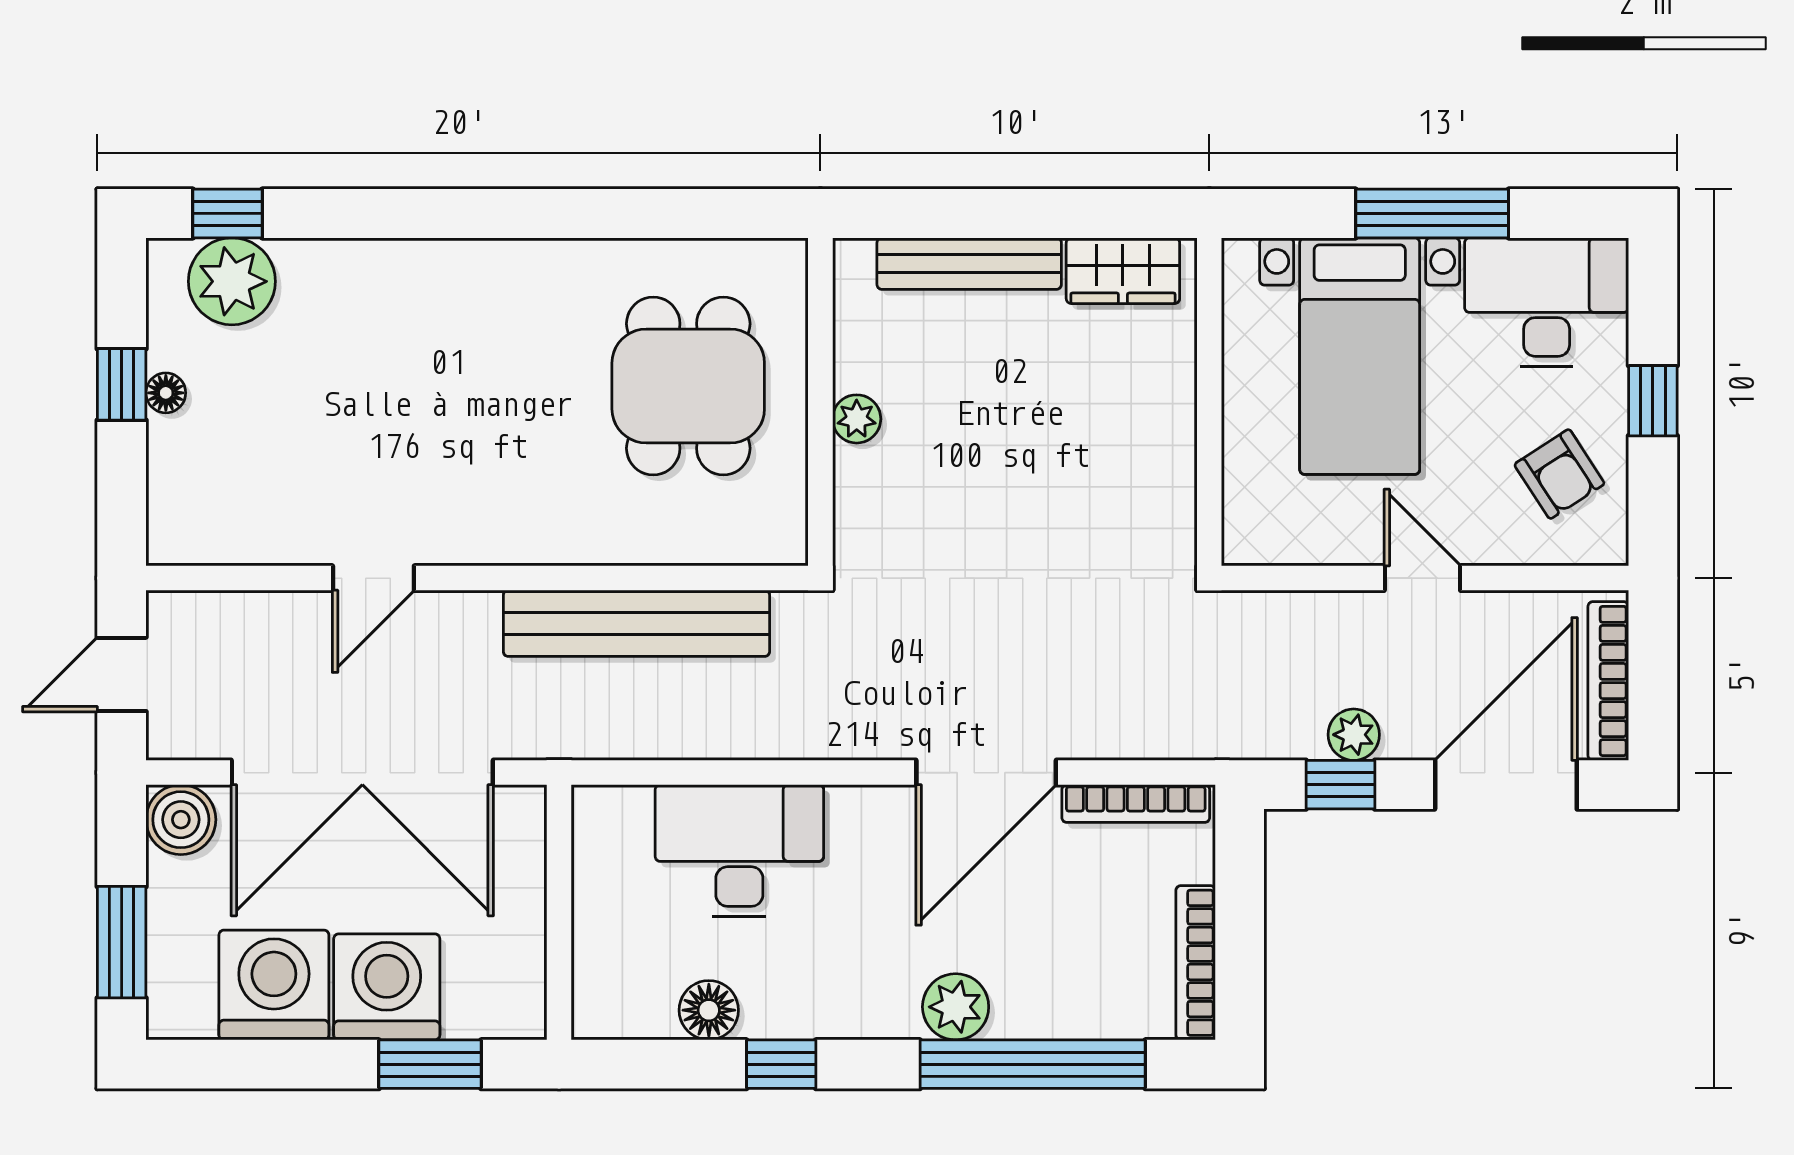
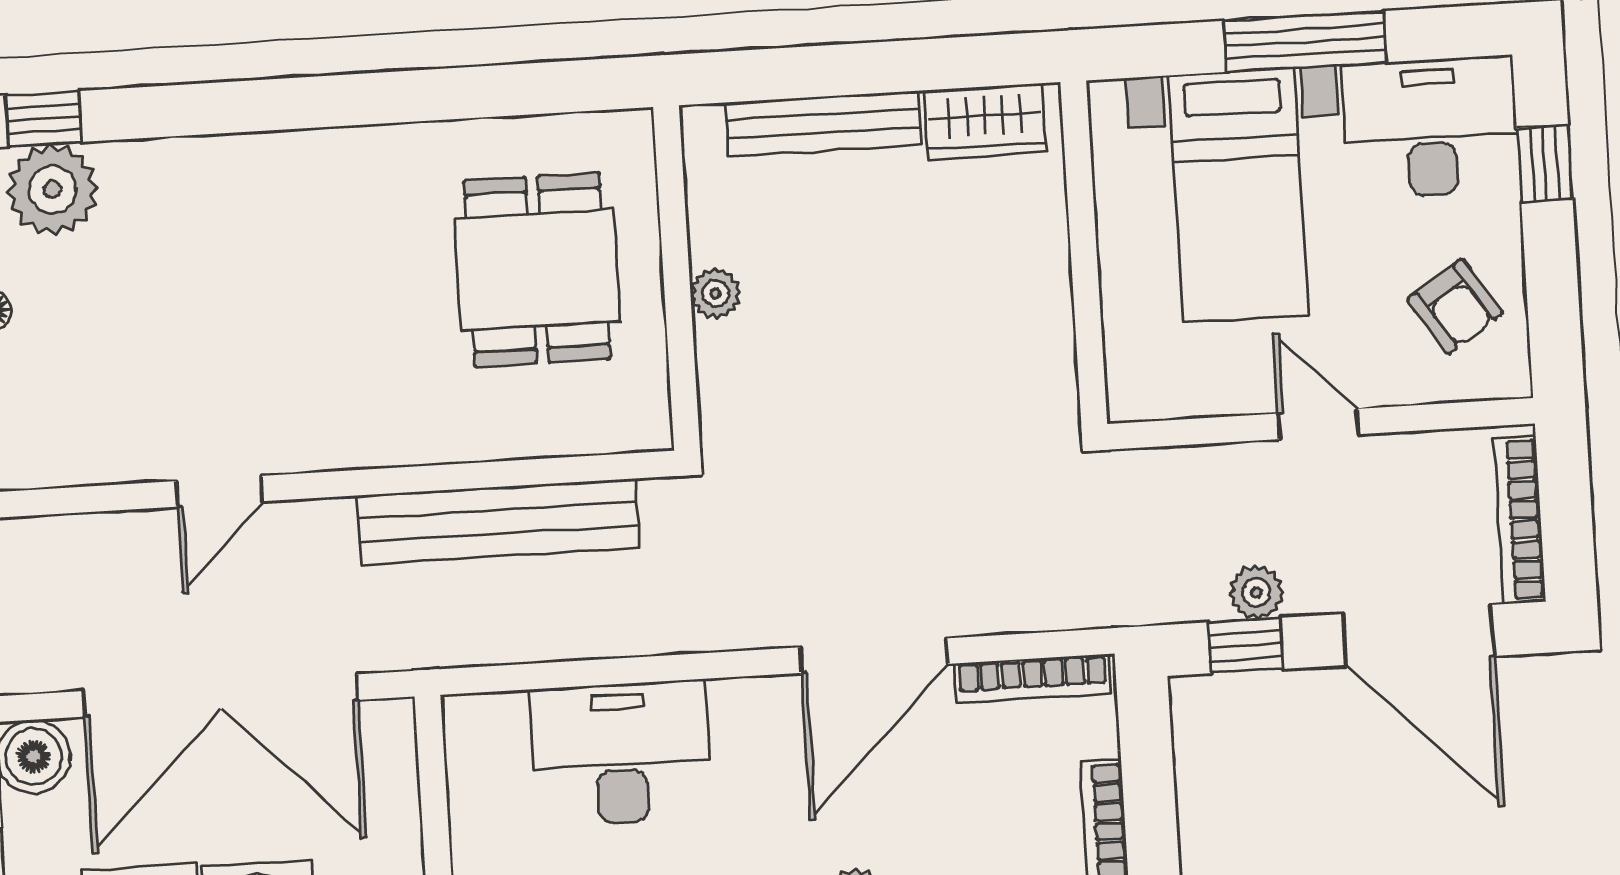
window: (1653, 401) -> (1545, 163), moved
door: (1506, 785) -> (1419, 635), swing flipped

